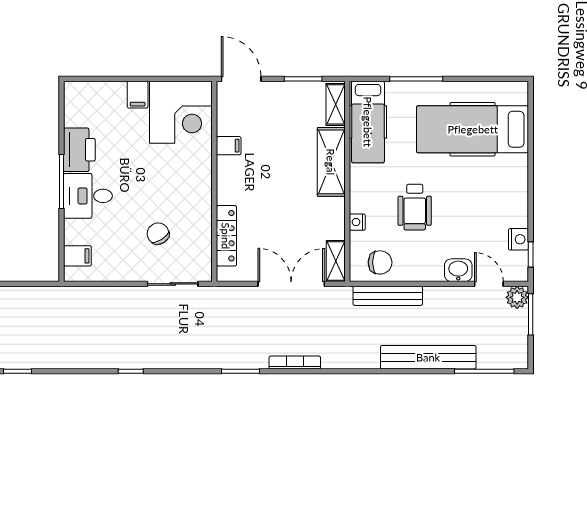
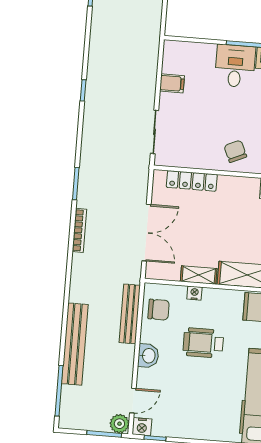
chair: (158, 234) -> (235, 151), moved, turned -82
nightstand: (518, 239) -> (142, 427), moved
filing cabinet: (77, 256) -> (172, 83), moved, turned -90
shelving: (336, 261) -> (199, 275), moved
chair: (380, 262) -> (159, 310), turned -90
washbasin: (458, 270) -> (148, 356), moved

